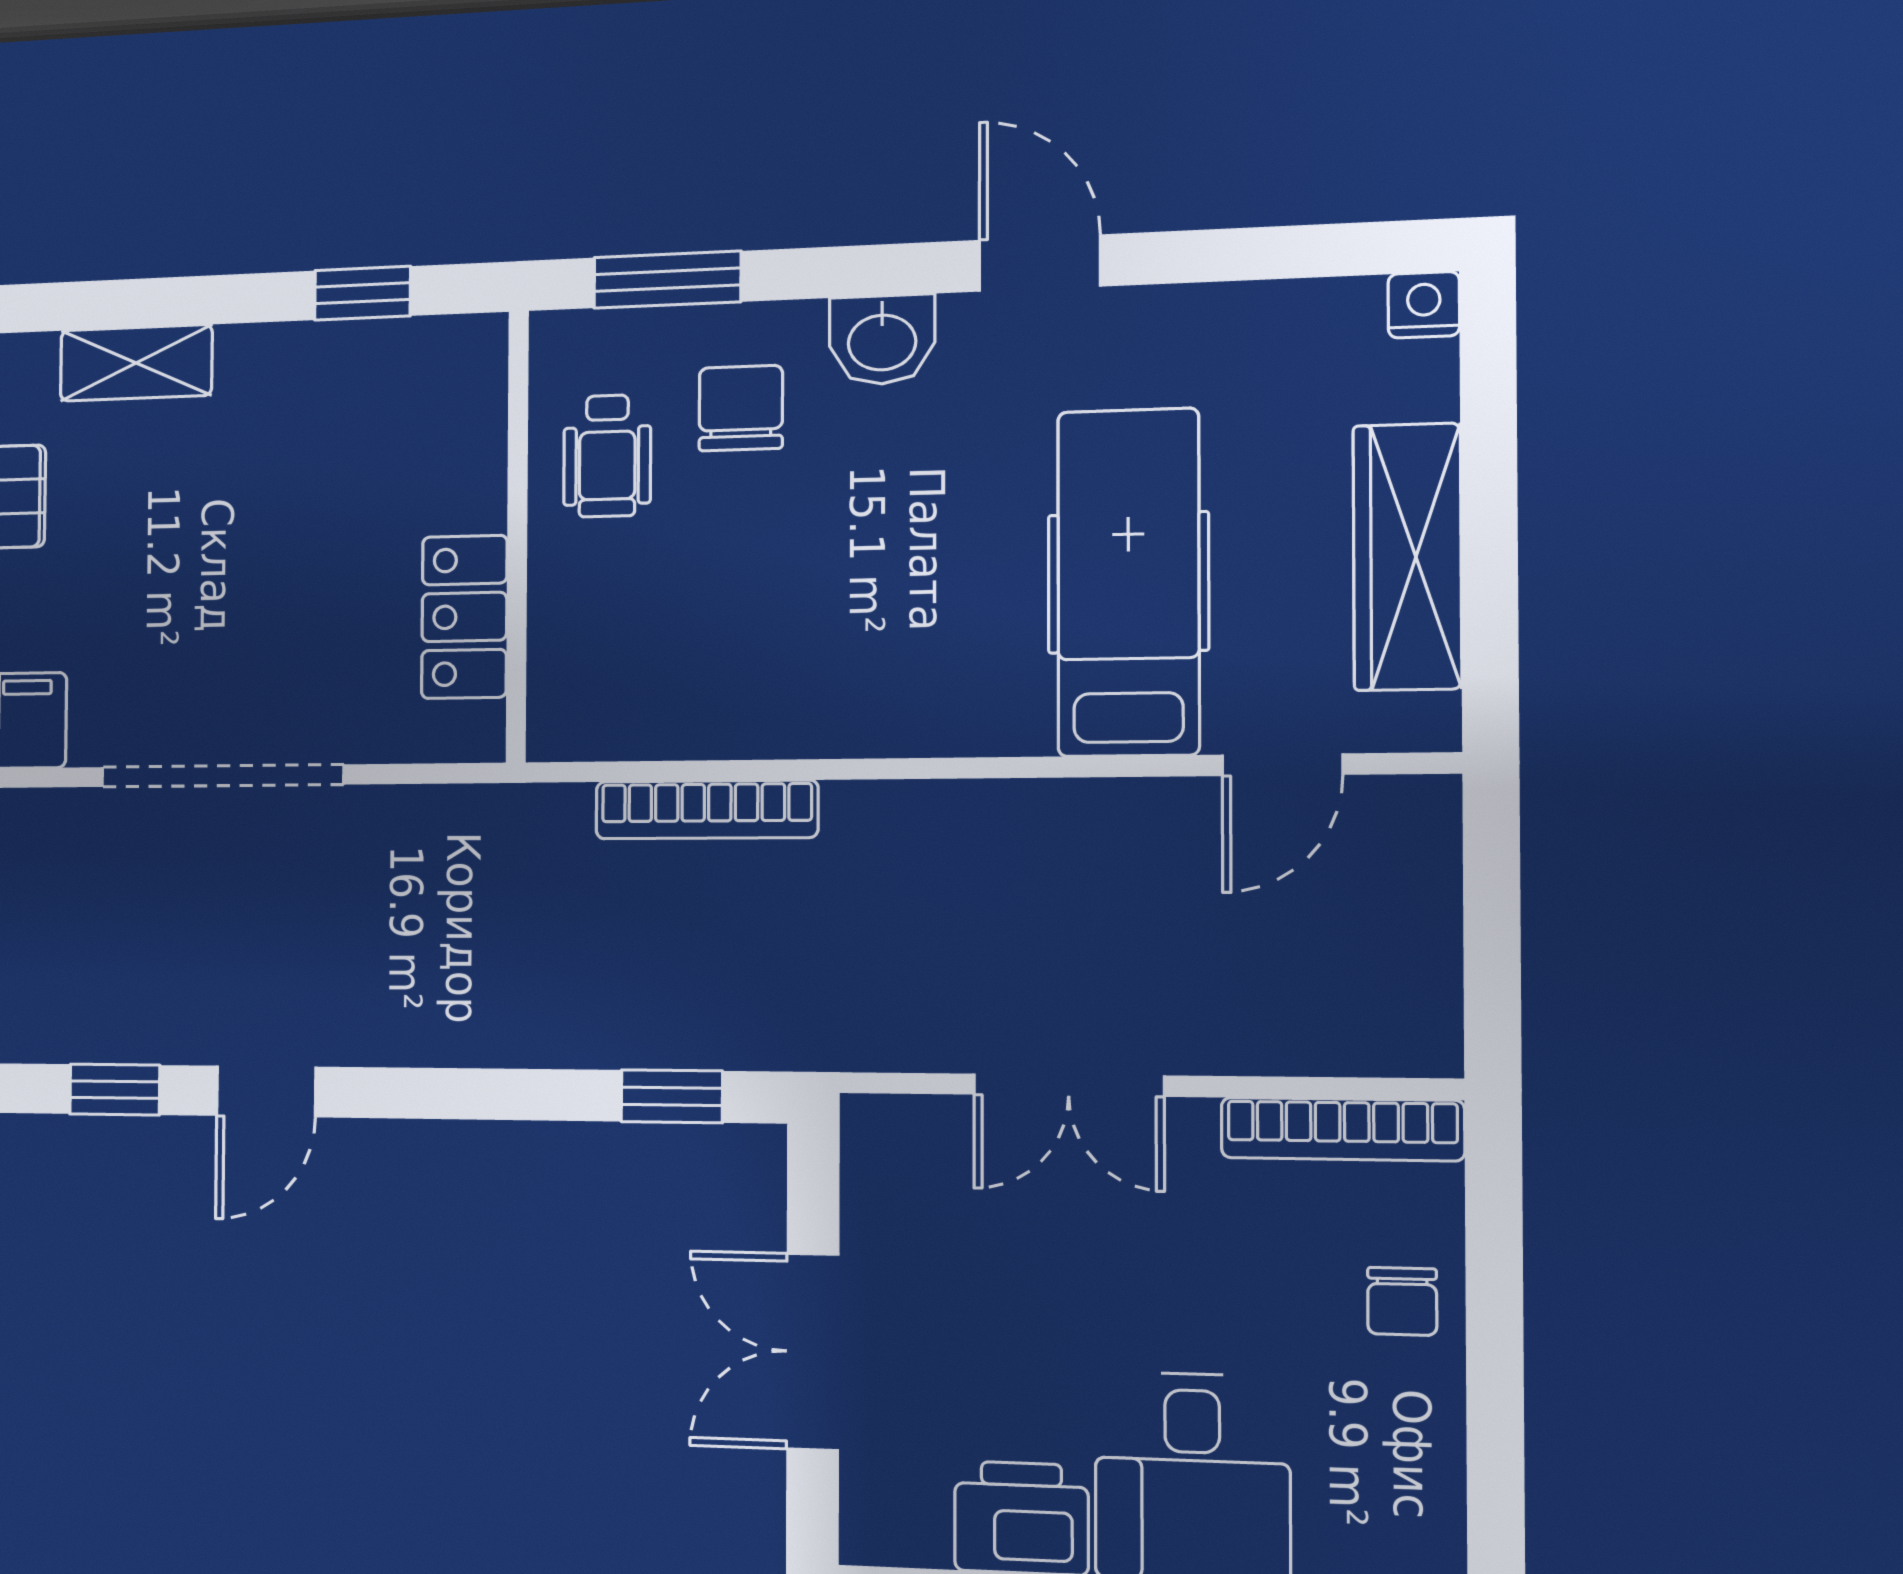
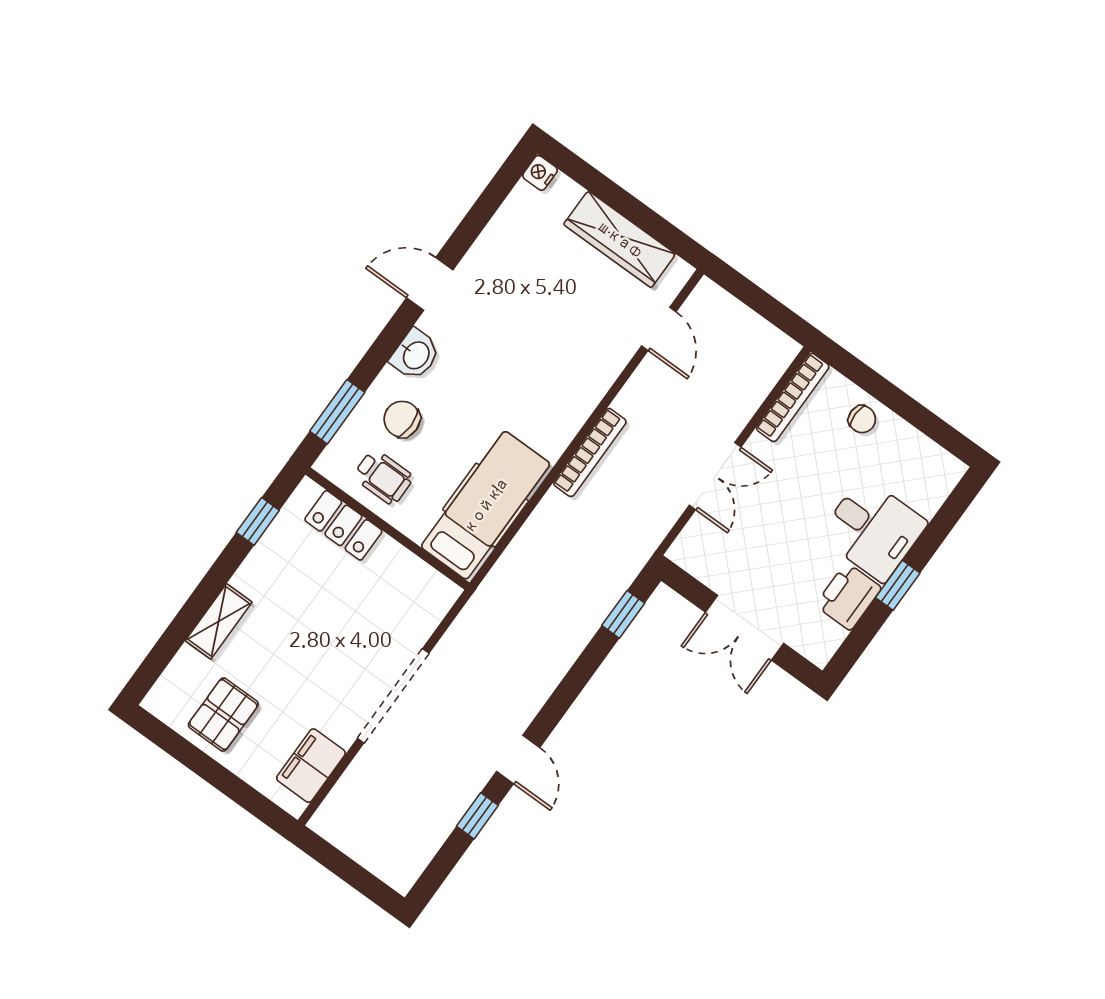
hospital bed: (1128, 583) -> (486, 505), moved, turned 90
locker: (464, 617) -> (343, 525), moved
bookcase: (706, 810) -> (590, 452), moved

